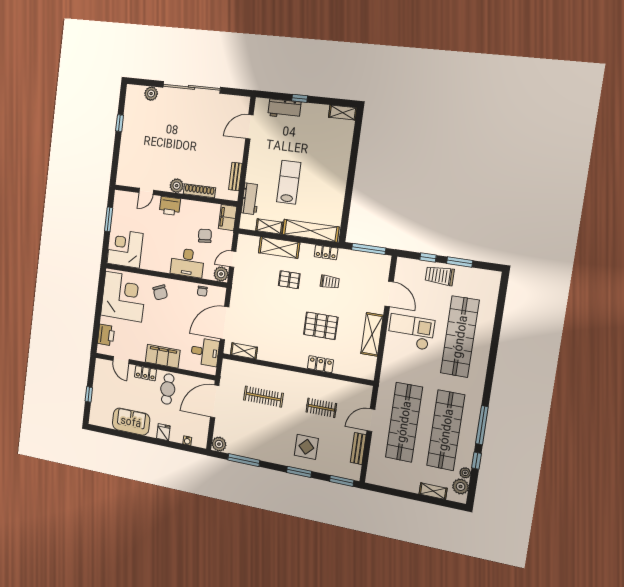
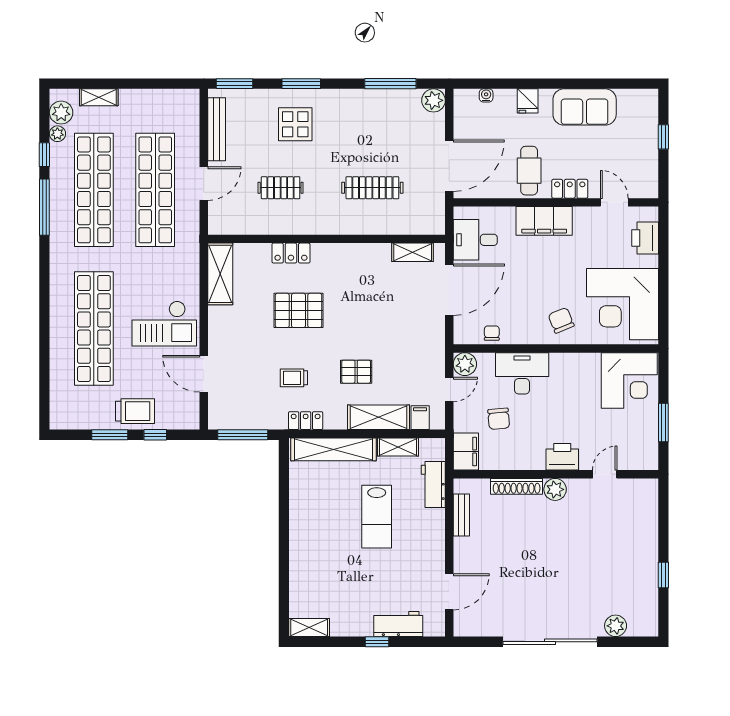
filing cabinet: (253, 244) -> (420, 418), added
shelving: (372, 334) -> (220, 274), moved
bench: (358, 449) -> (217, 129), width x1.36

